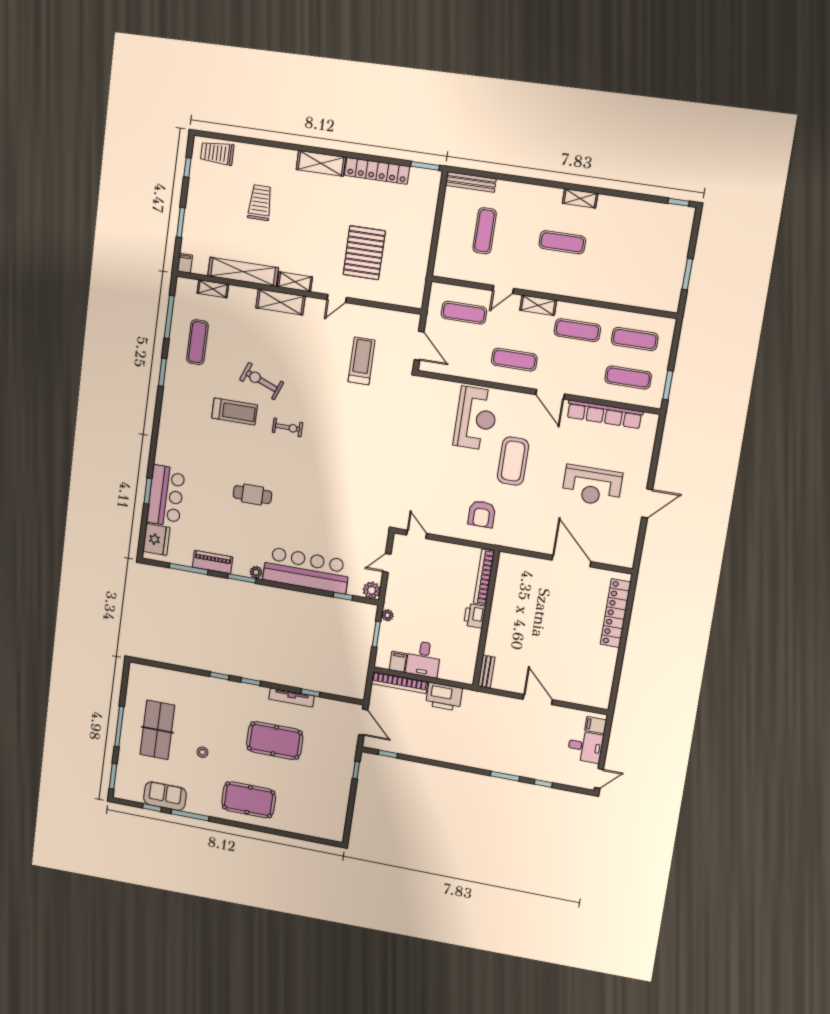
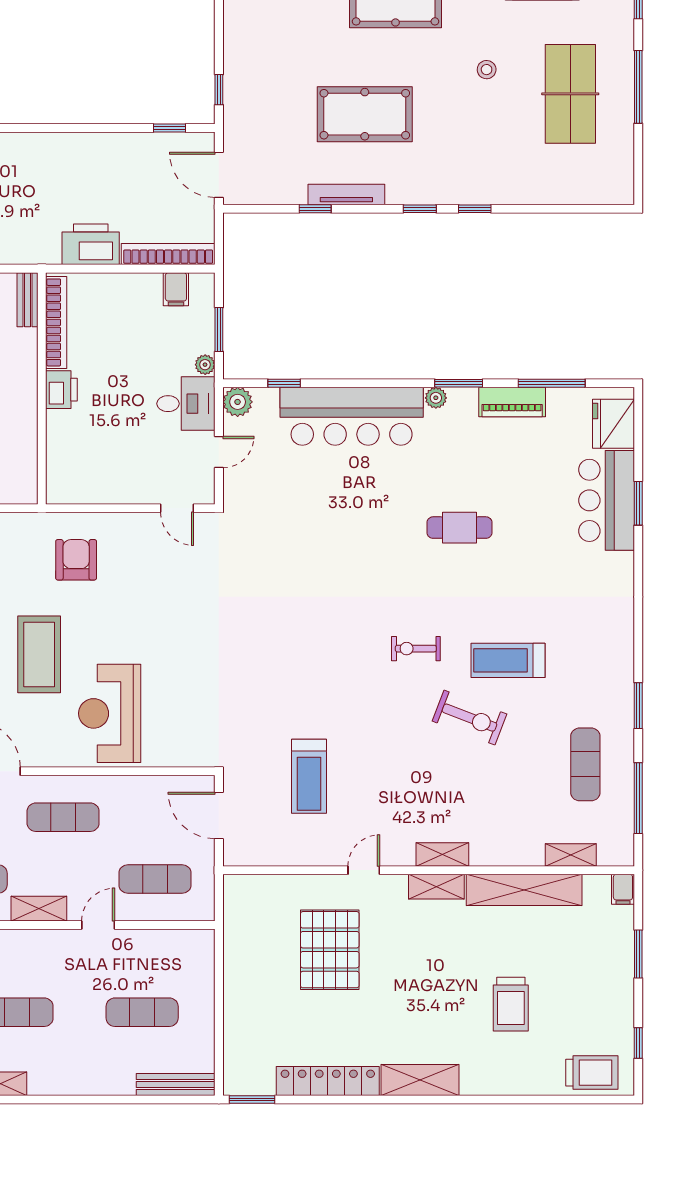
exercise mat: (485, 231) -> (142, 1012), turned 90
shelving: (280, 302) -> (442, 855), width x0.67, depth x0.75
bookcase: (484, 577) -> (56, 322), moved
desk: (423, 659) -> (186, 404), moved, turned 90

